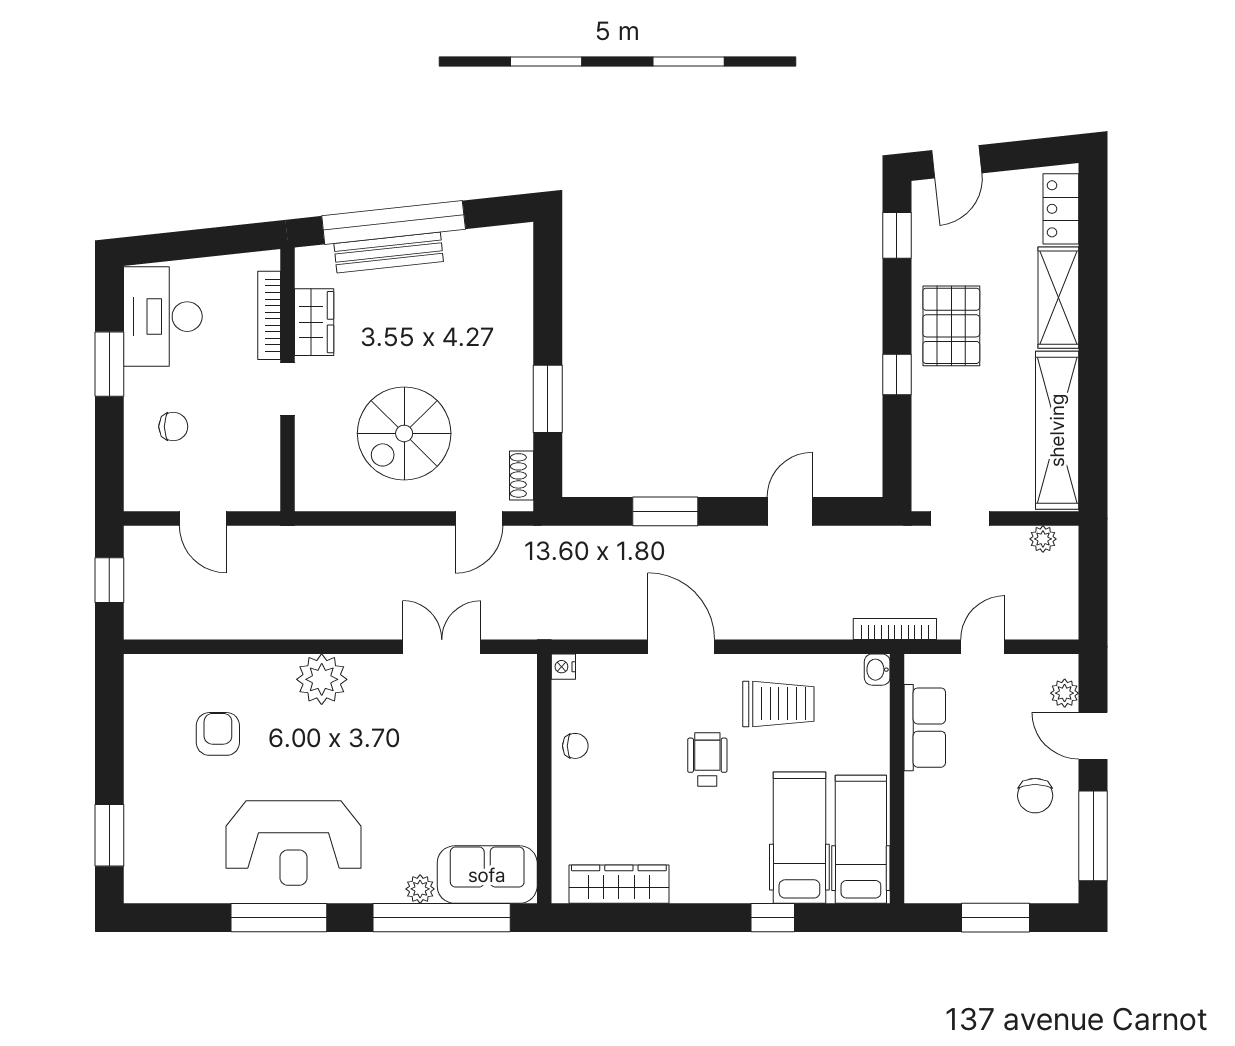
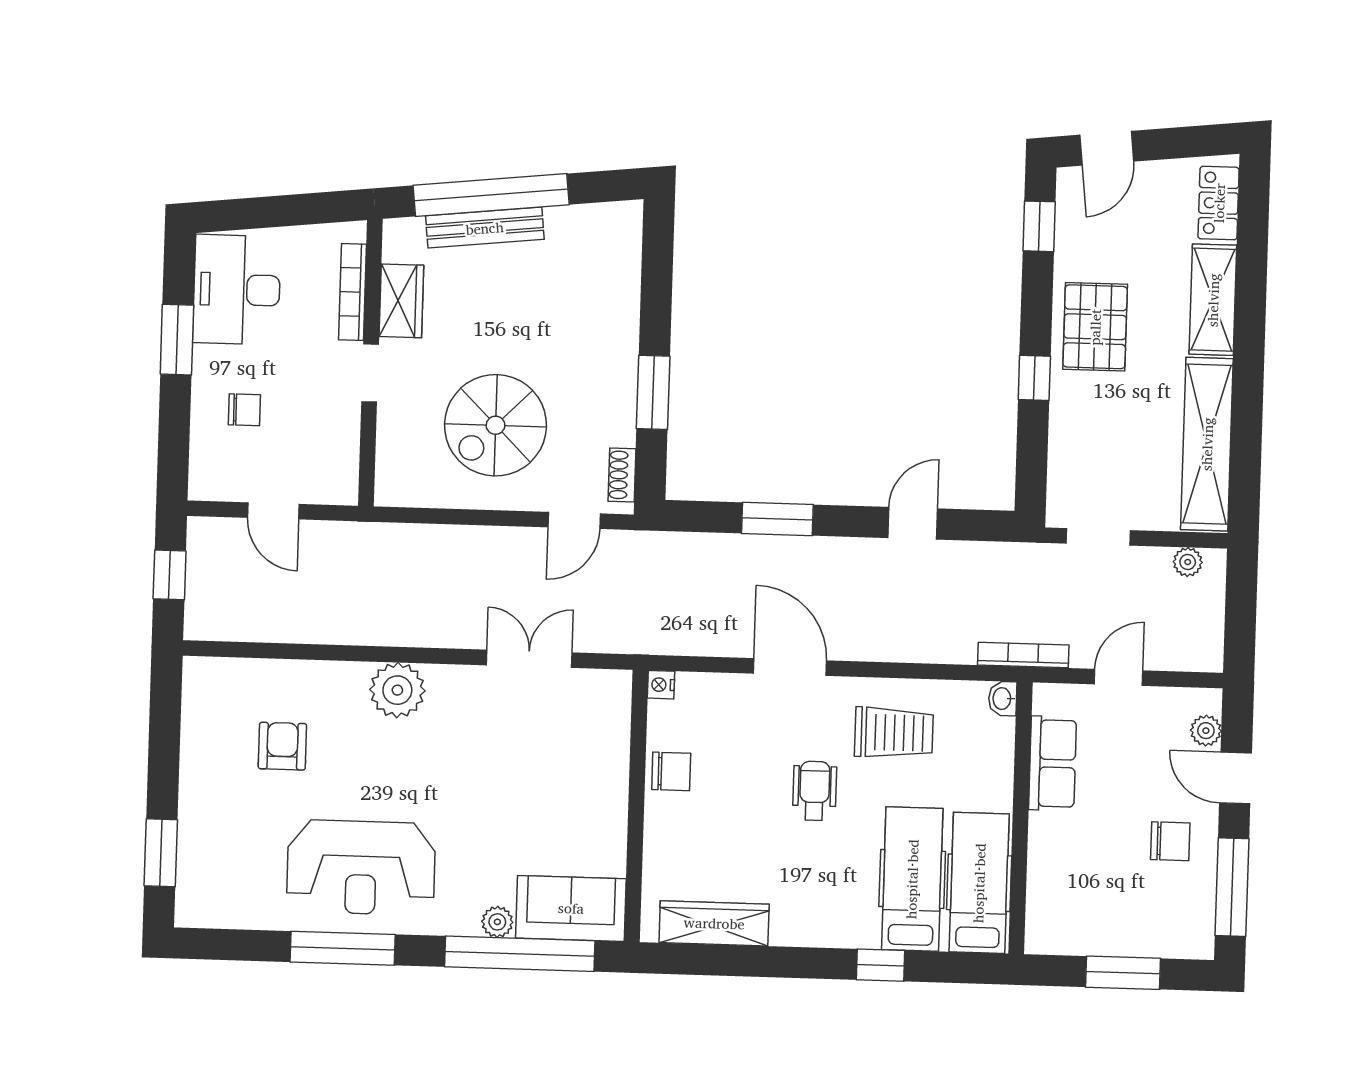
chair: (575, 746) -> (671, 771), width x1.37, depth x1.37
chair: (1035, 796) -> (1170, 841), turned -90

